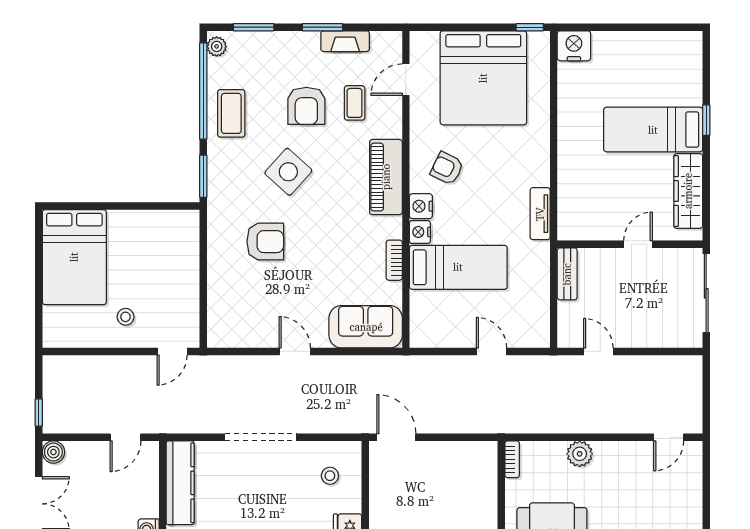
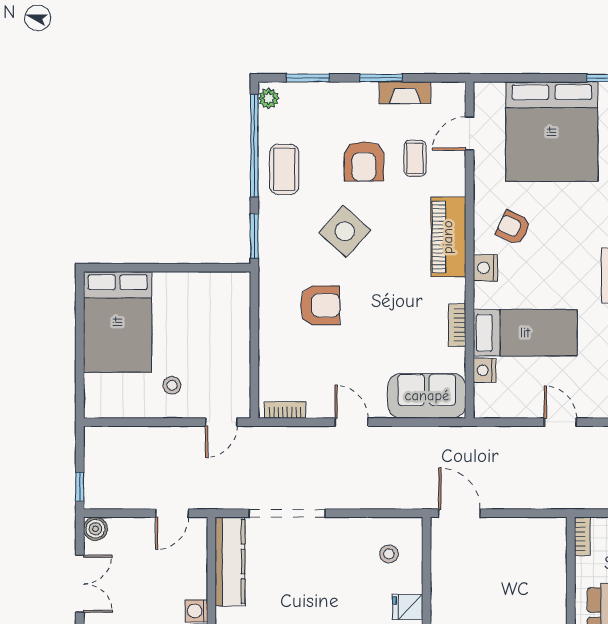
nightstand: (420, 232) -> (484, 370), moved
bookcase: (232, 340) -> (285, 410), added
doorway: (261, 437) -> (287, 513), moved

